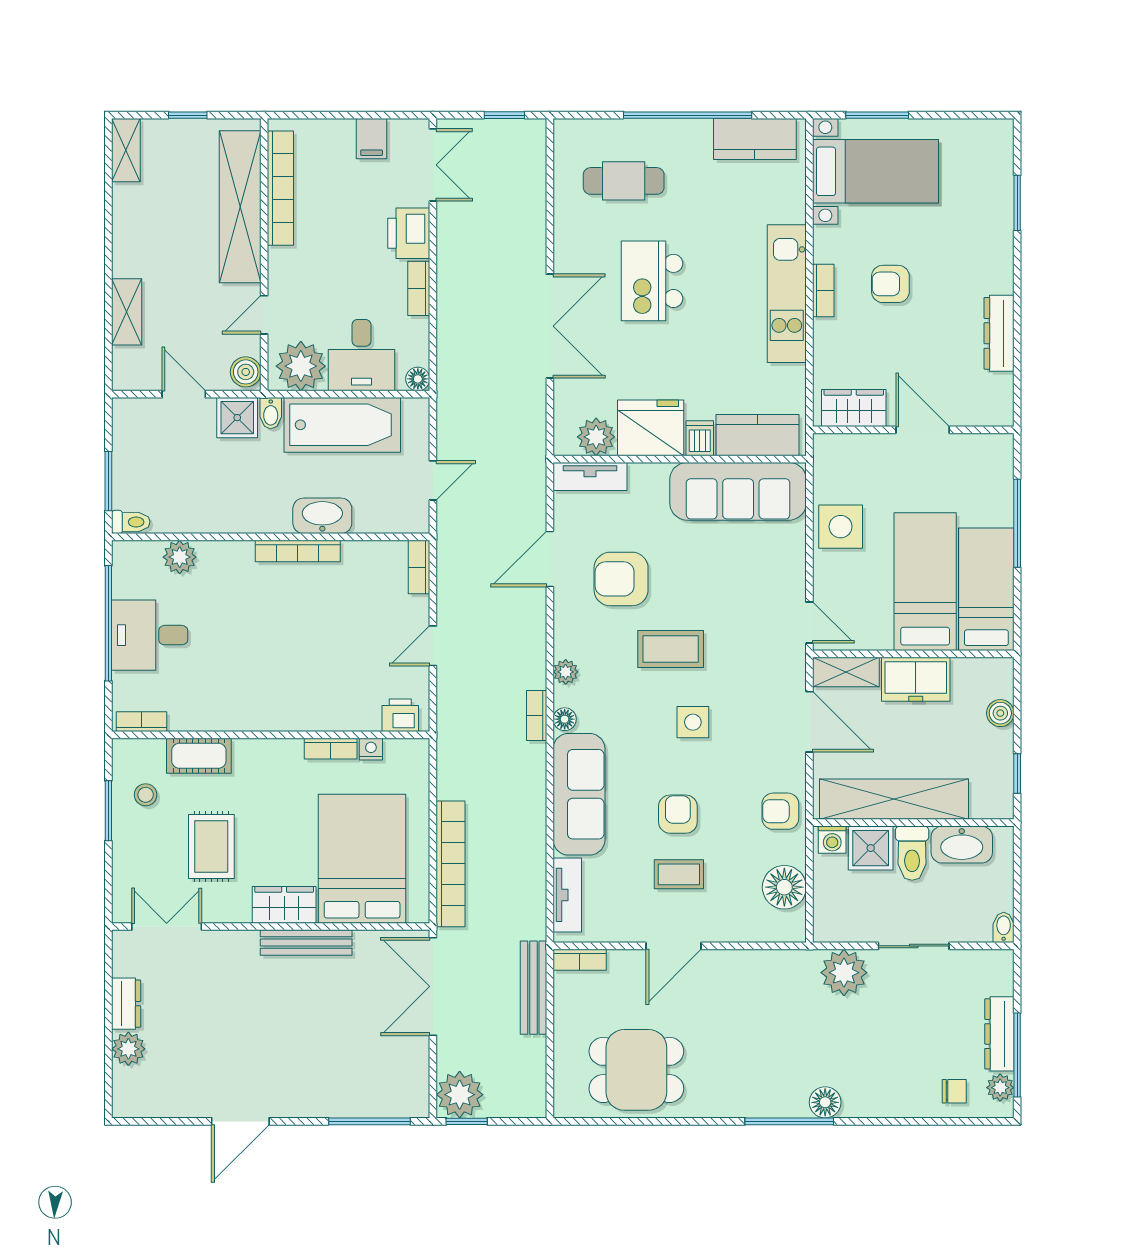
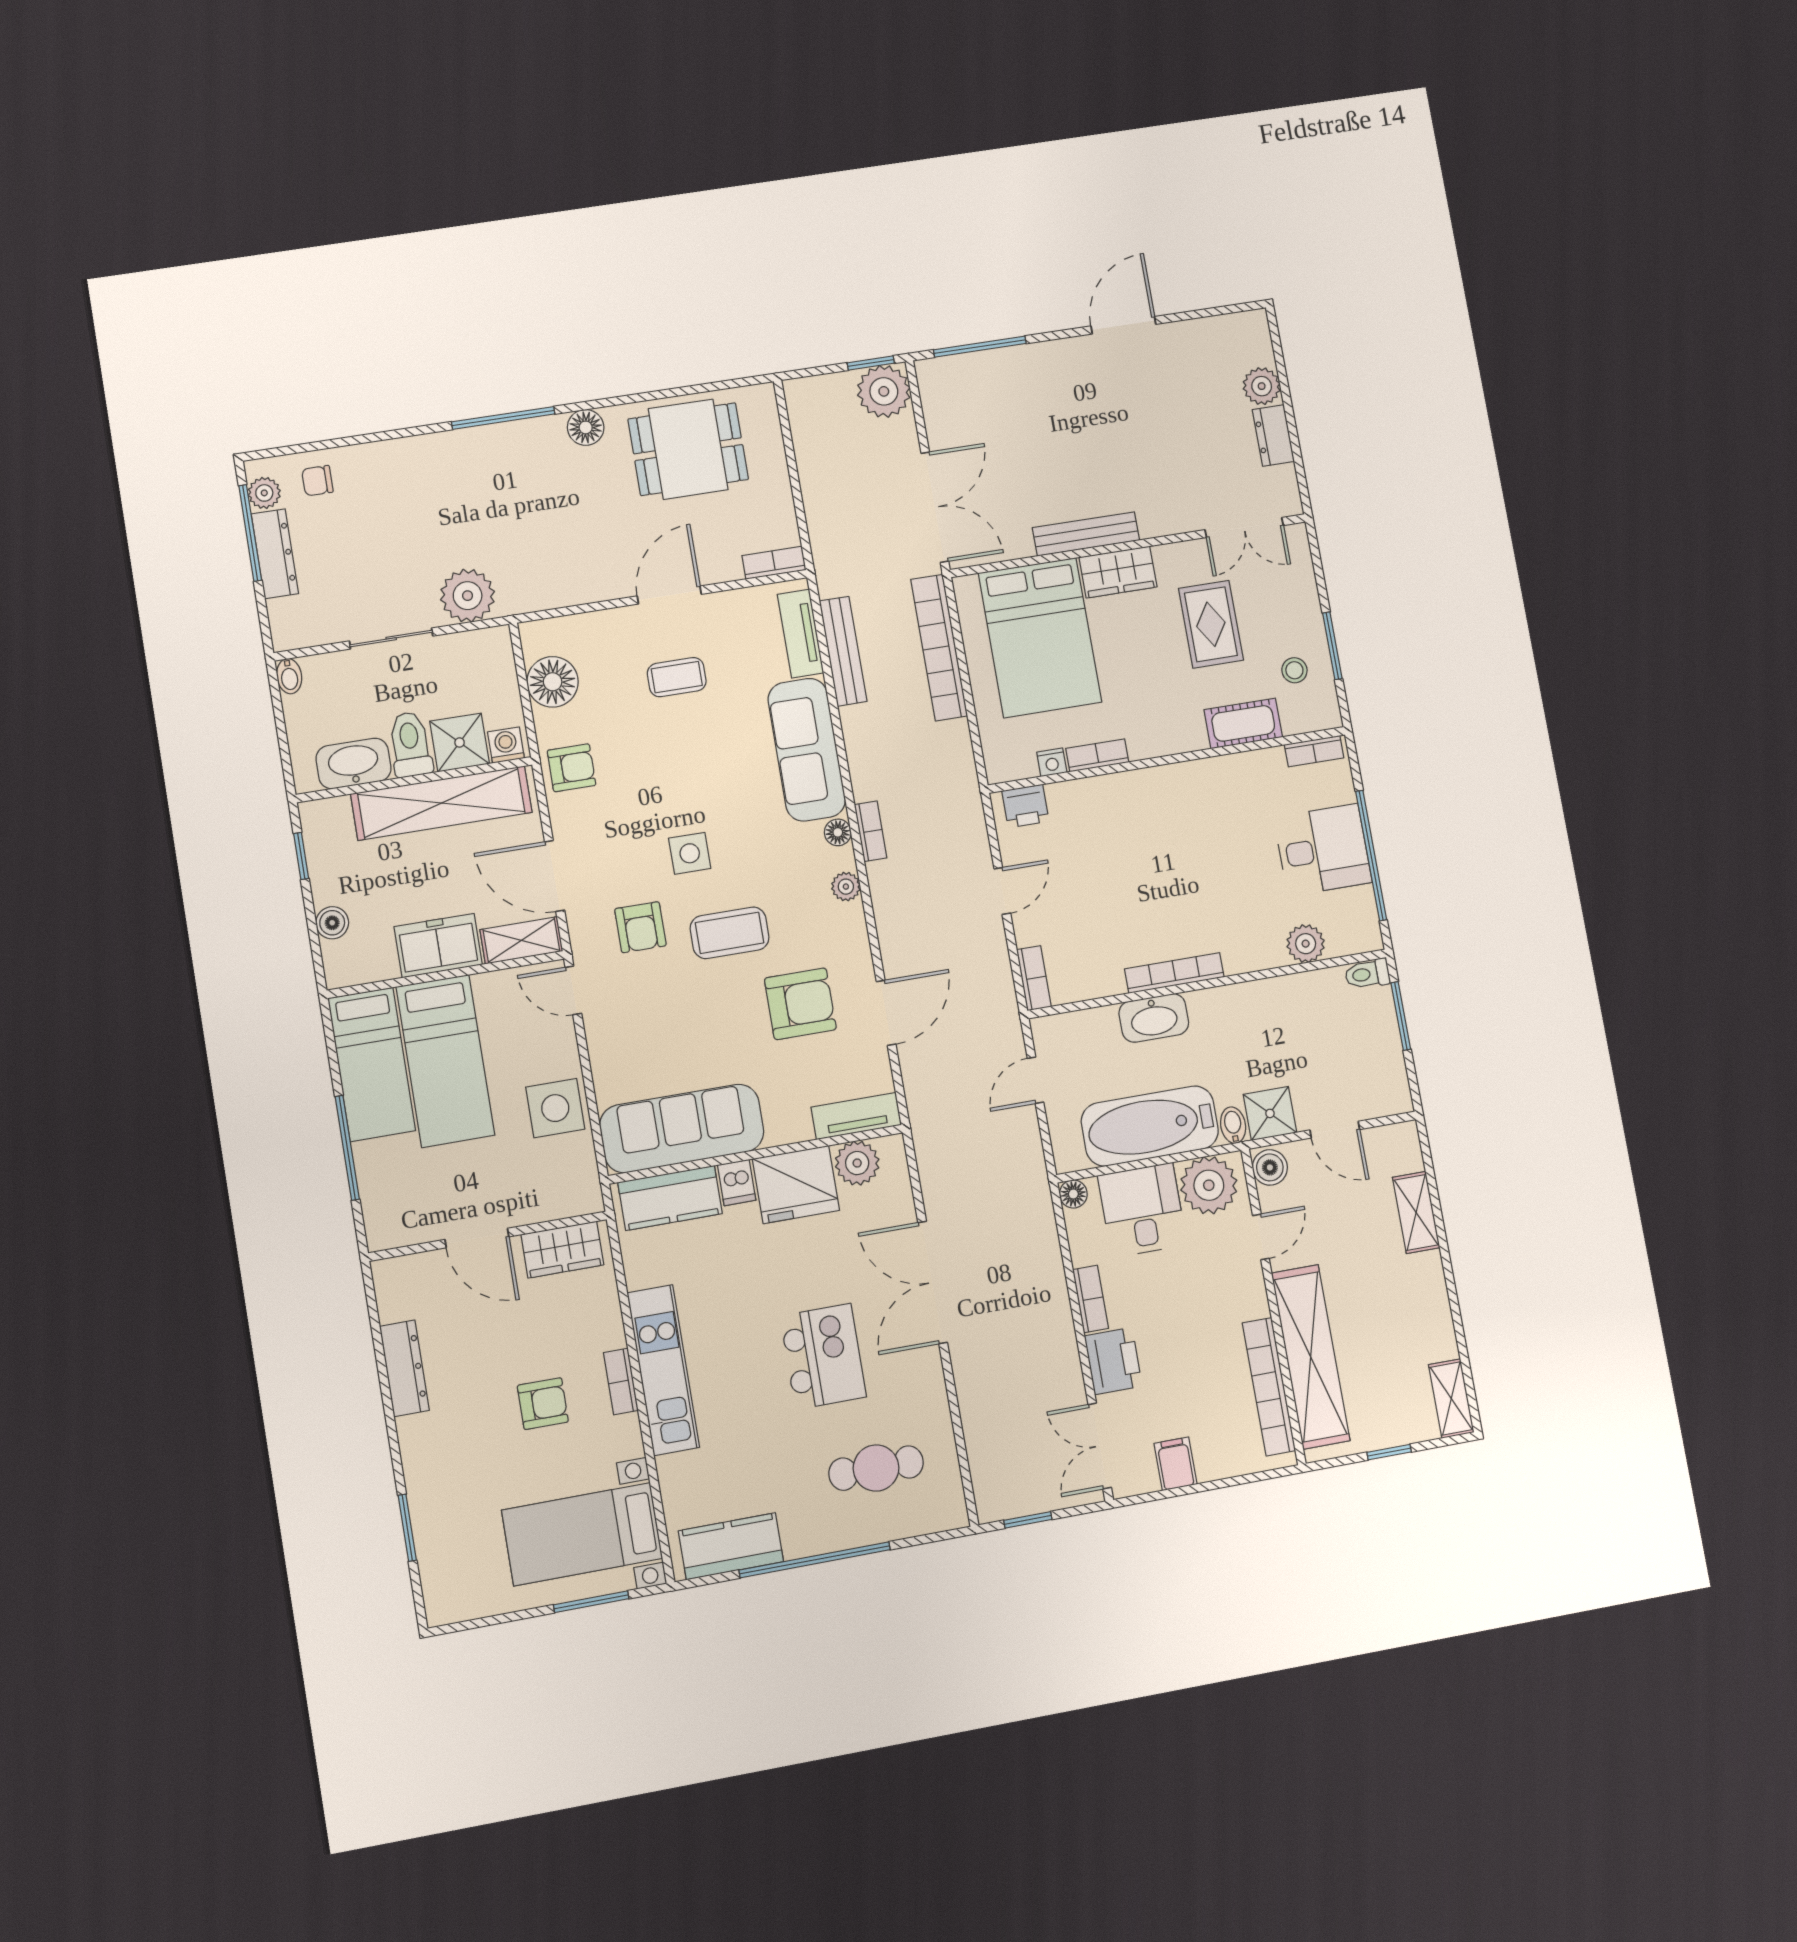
armchair: (678, 814) -> (640, 927), moved
bench: (533, 988) -> (843, 651), moved
floor lamp: (825, 1102) -> (586, 427), moved

